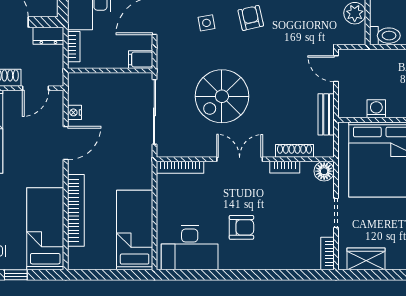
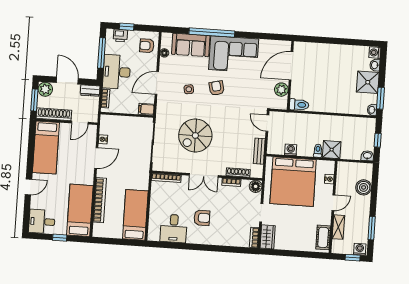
double door: (240, 159) -> (204, 175), swing flipped
desk: (190, 248) -> (174, 228), width x0.73
wardrobe: (366, 259) -> (268, 237), moved, turned 90

